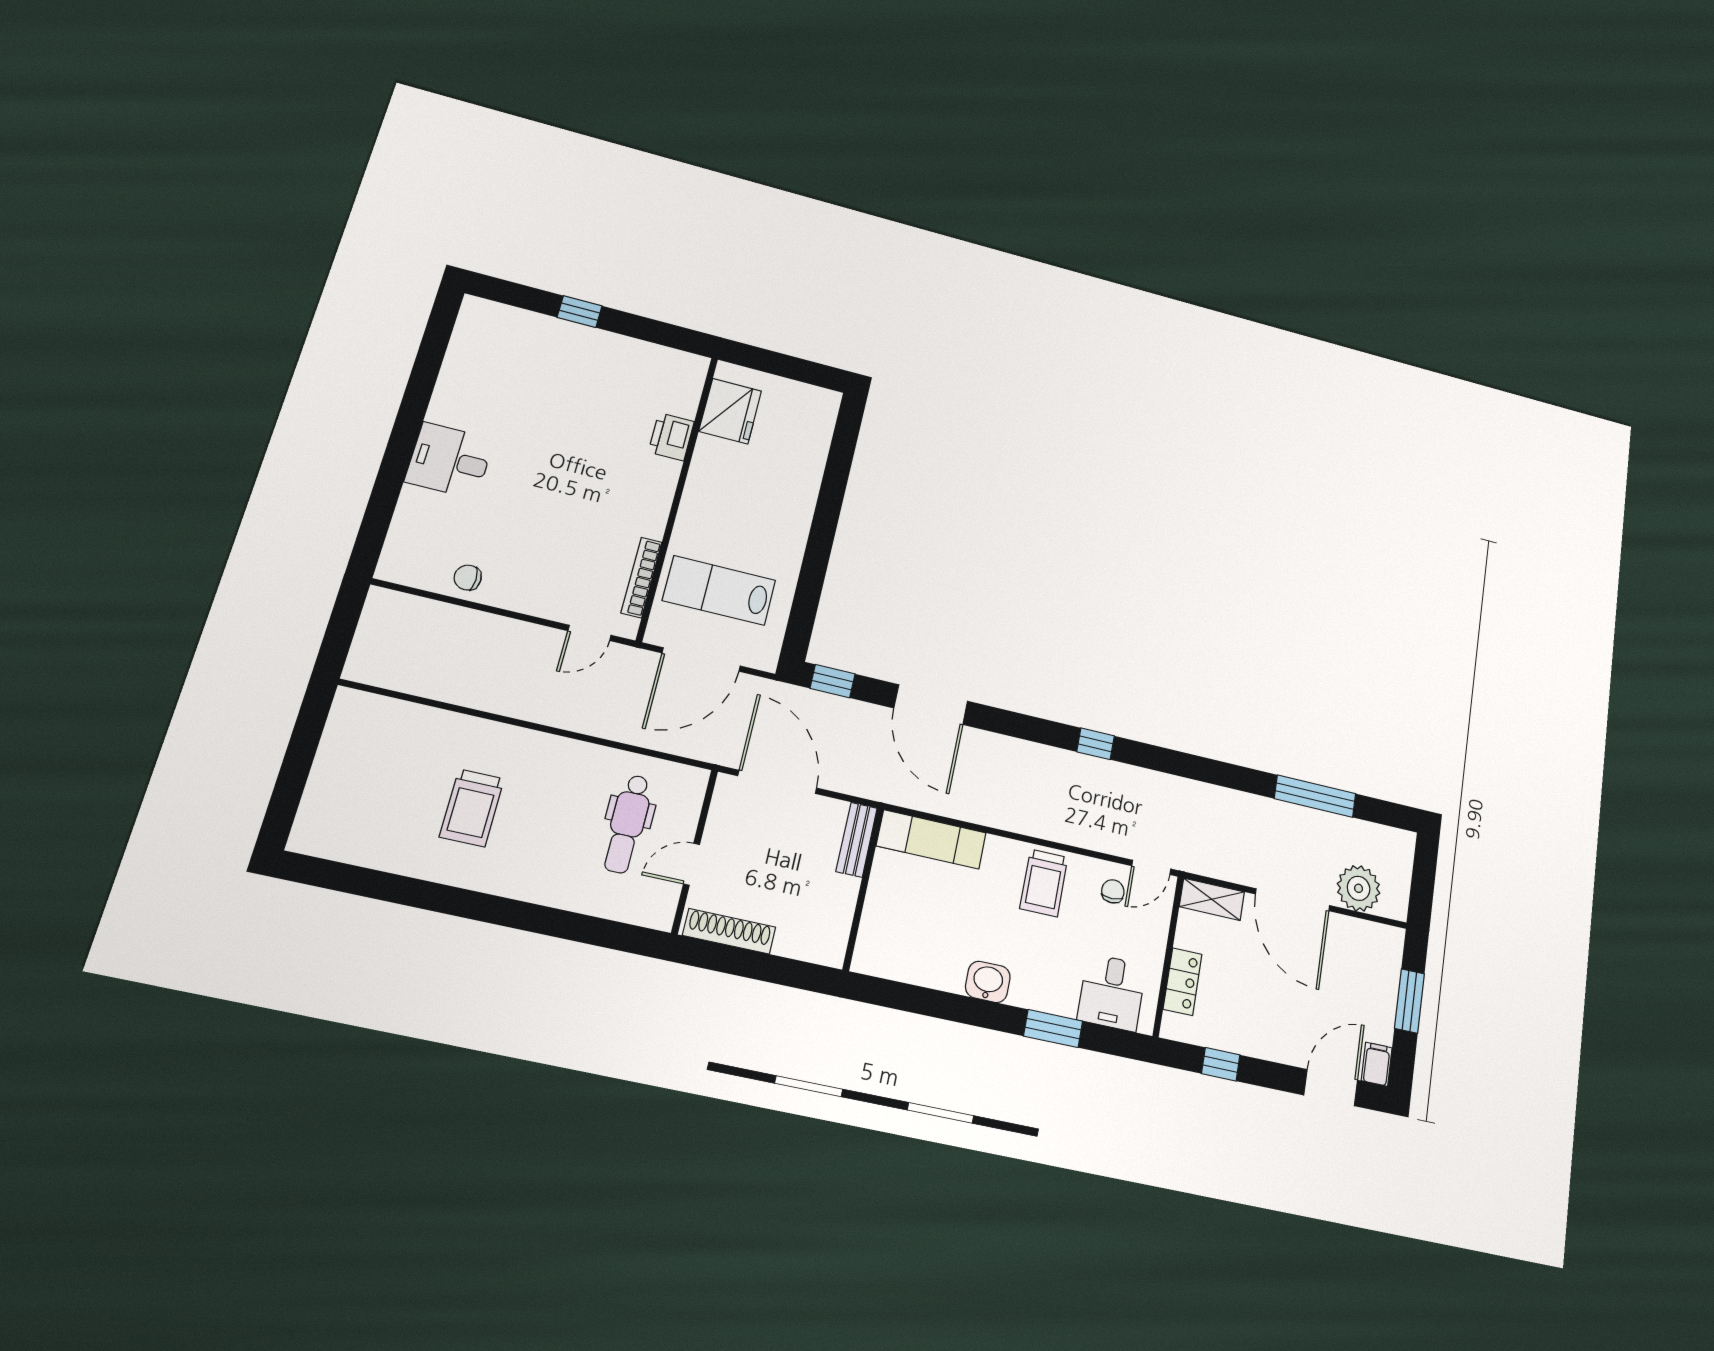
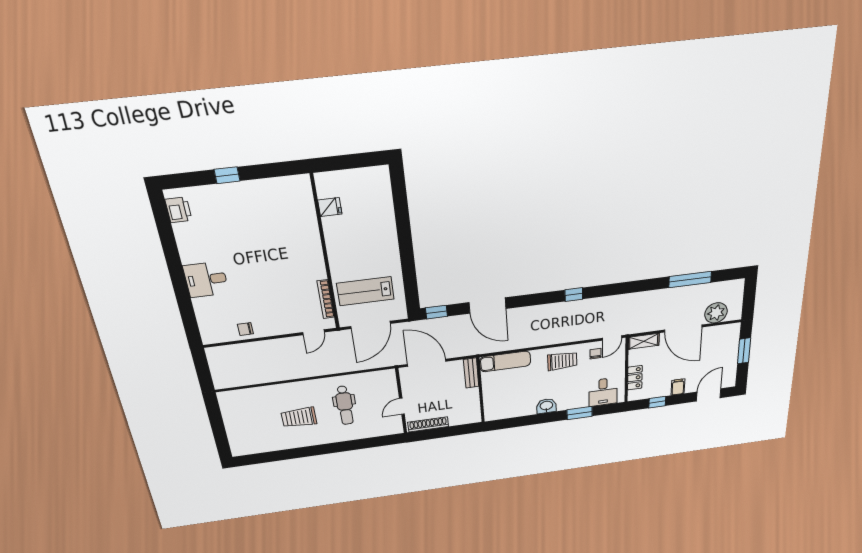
fridge: (730, 411) -> (330, 207), width x0.53, depth x0.75
printer: (671, 437) -> (178, 210), moved, turned 180
trolley: (472, 808) -> (299, 417), turned 90
dental chair: (627, 824) -> (345, 405), moved
trolley: (1044, 883) -> (562, 361), turned -90
filing cabinet: (1377, 1064) -> (678, 387), moved

